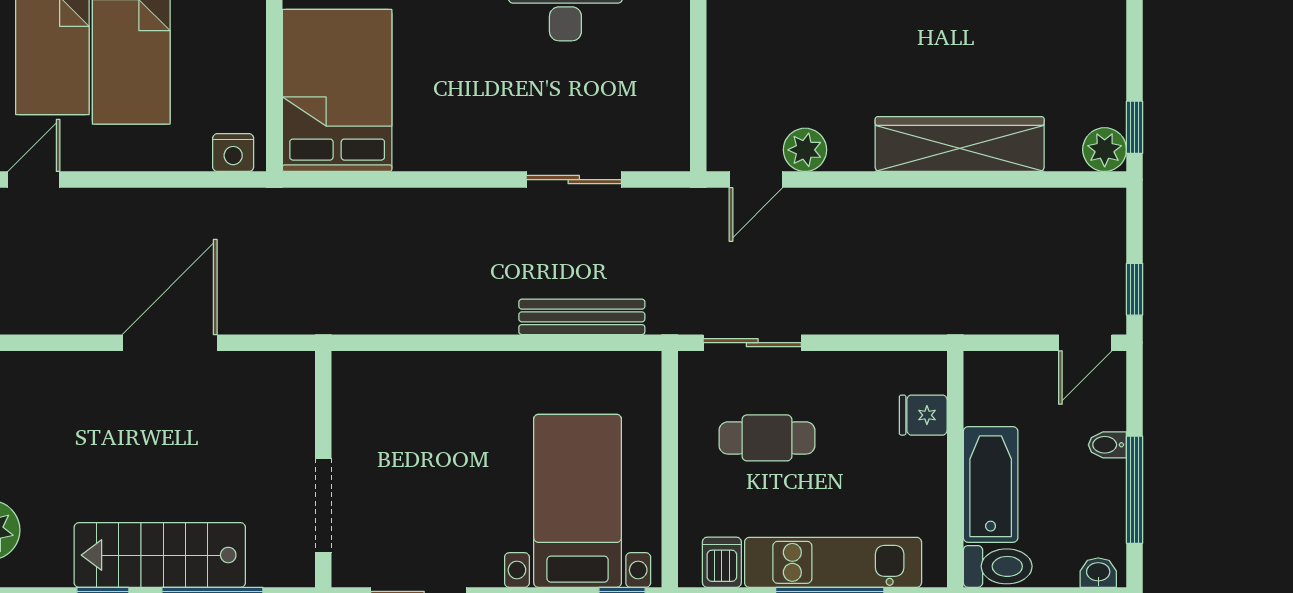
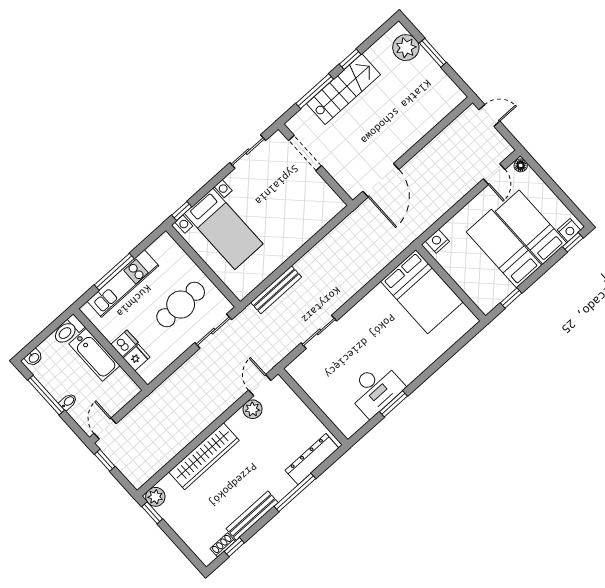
door: (170, 343) -> (381, 180), moved
cafe table: (767, 438) -> (181, 305), width x1.37, depth x1.35
dishwasher: (722, 562) -> (124, 343), moved, turned -90

